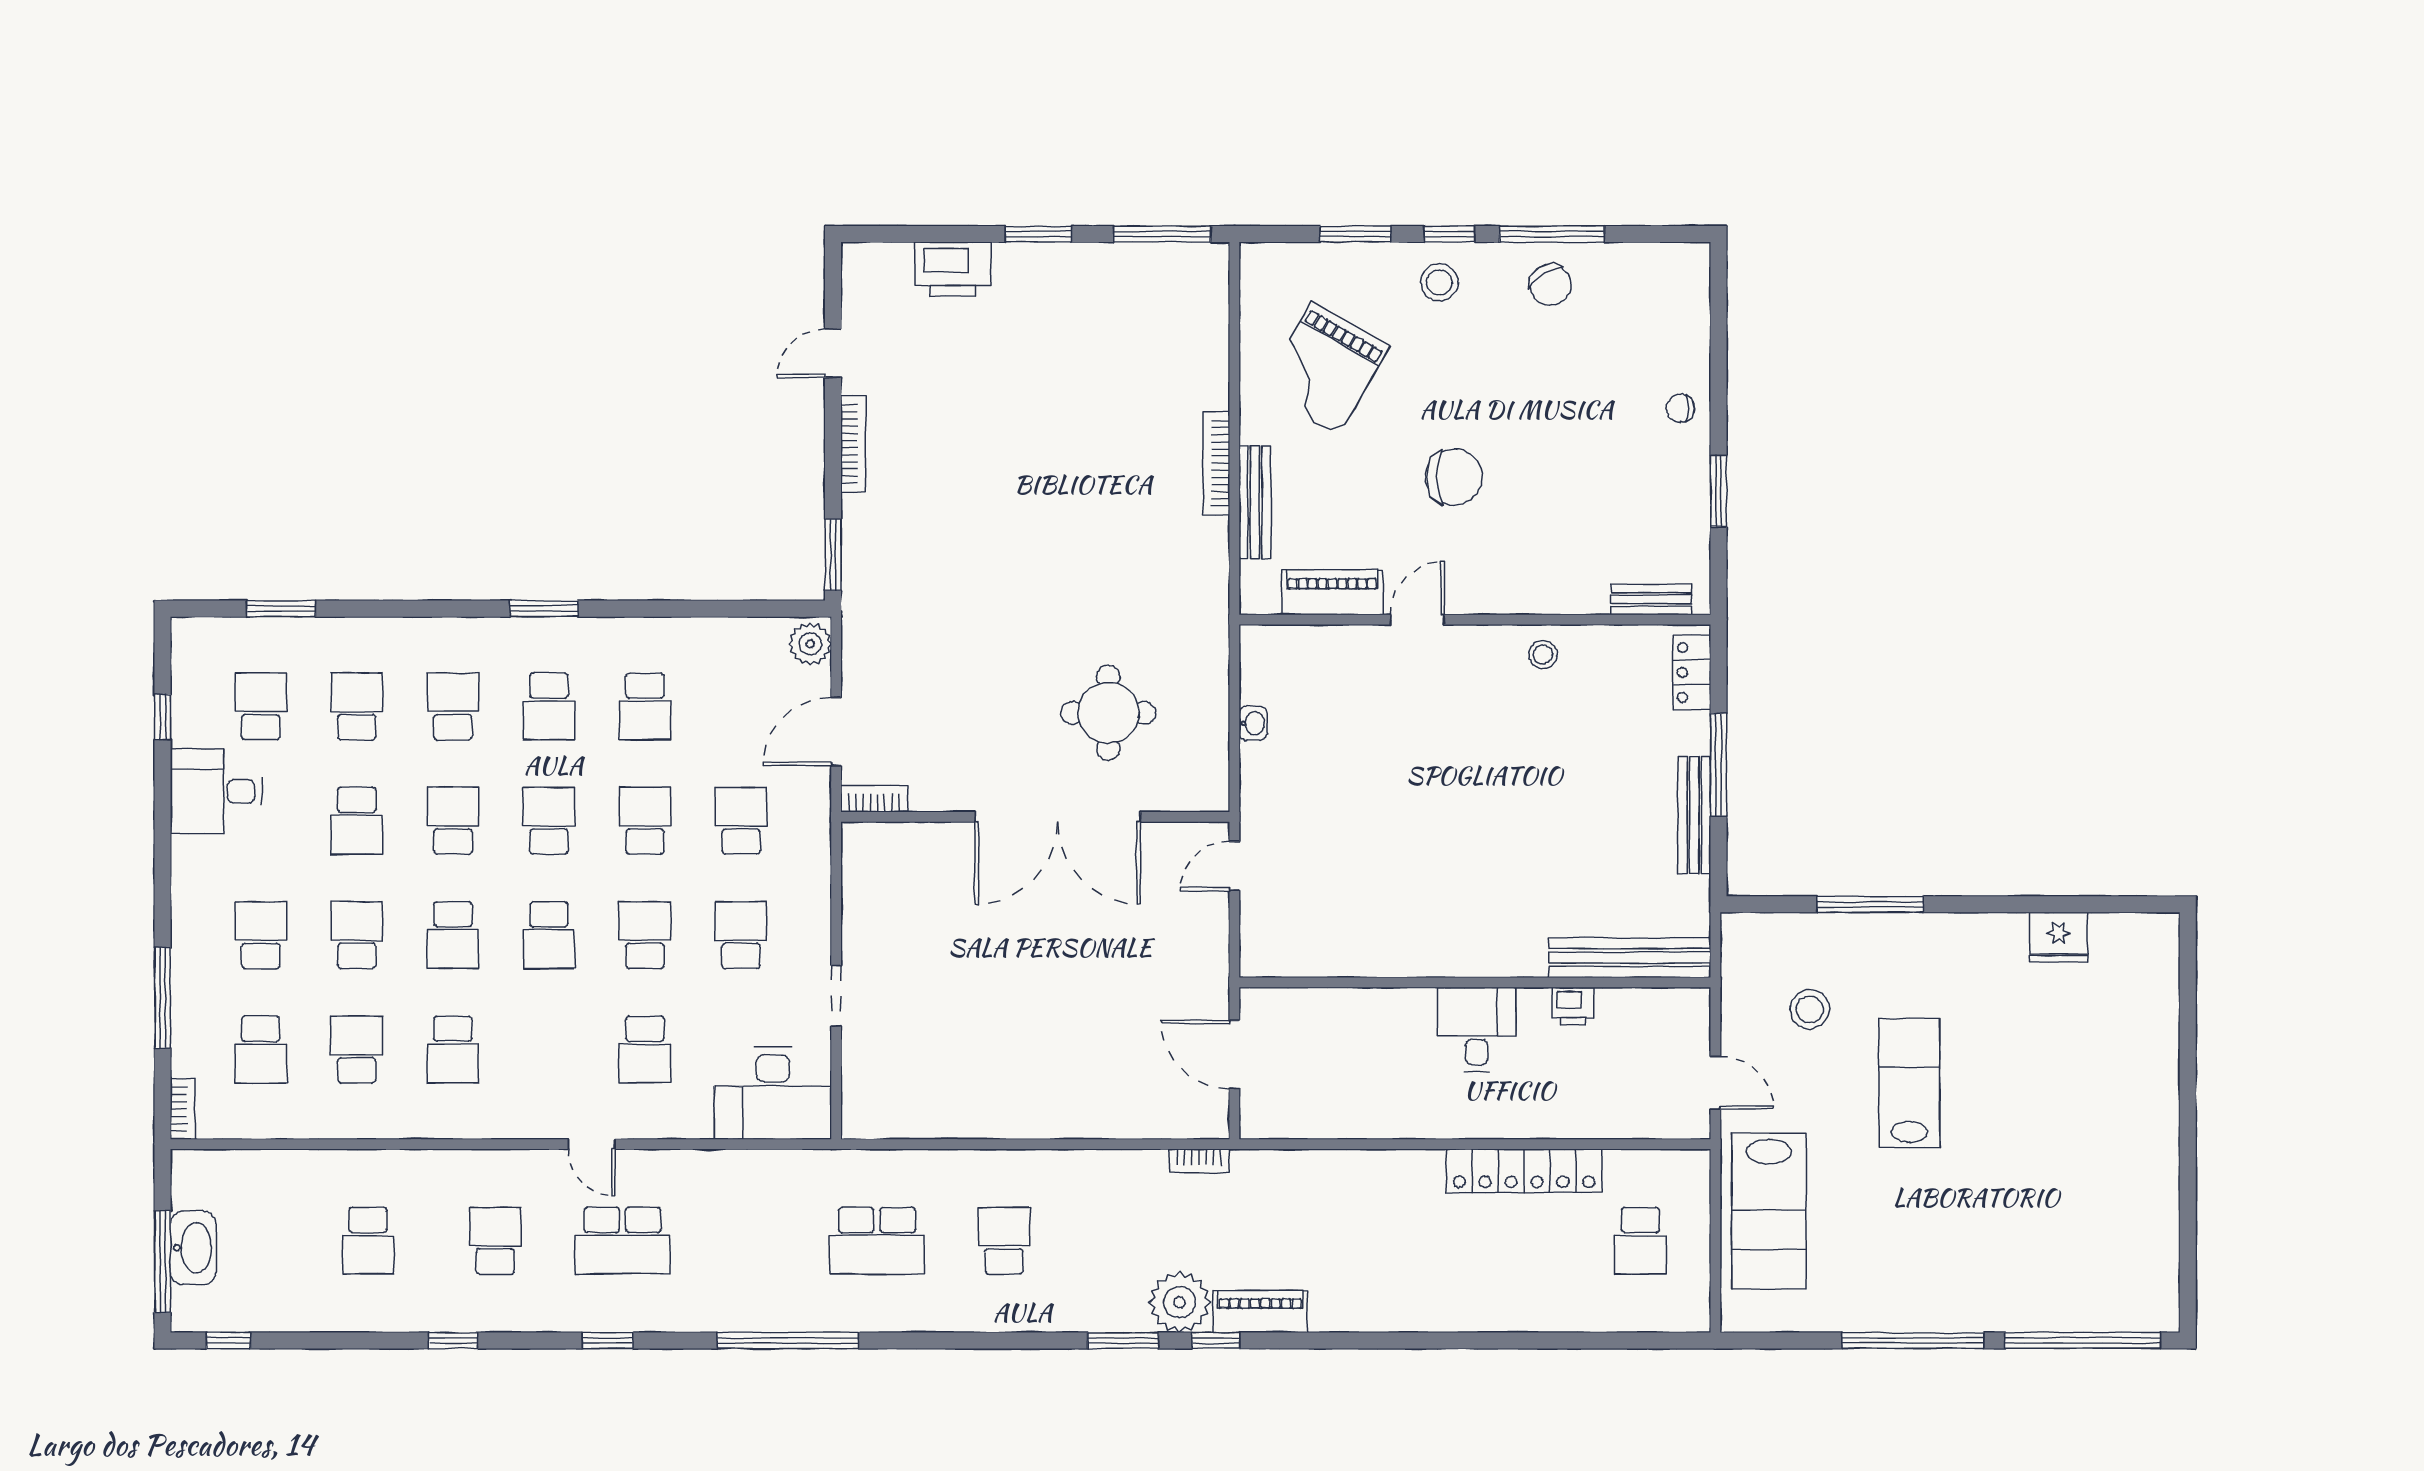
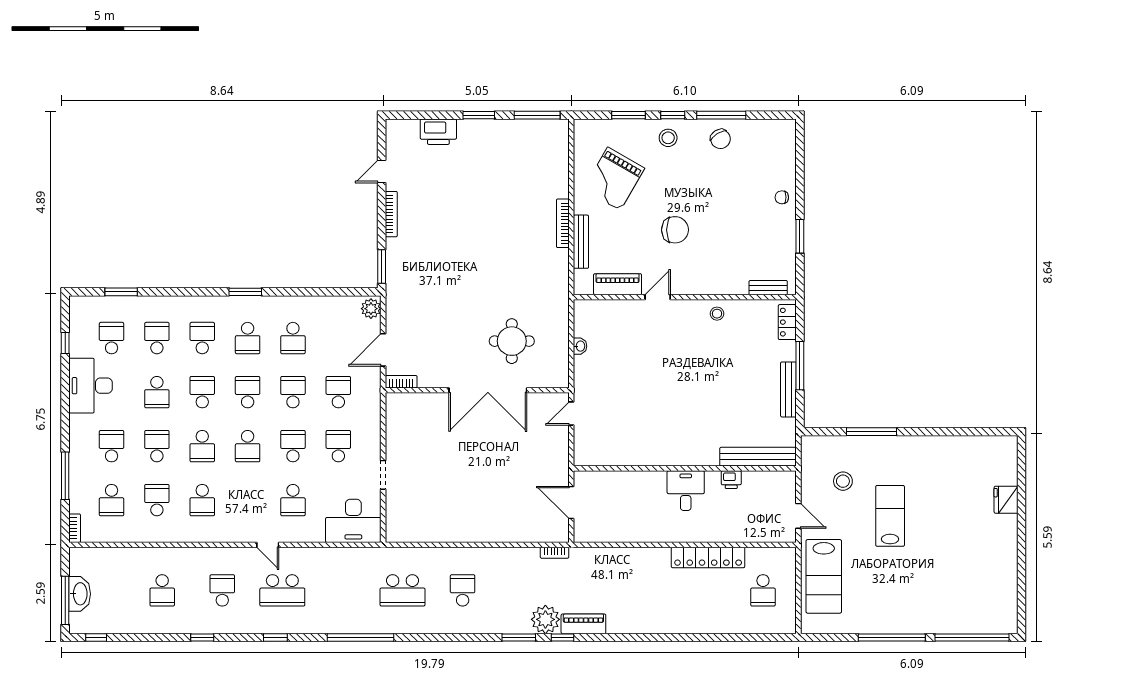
desk: (216, 791) -> (90, 386), width x1.37
fridge: (2059, 937) -> (1006, 500), moved, turned 90

